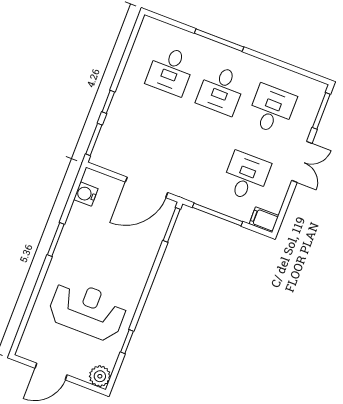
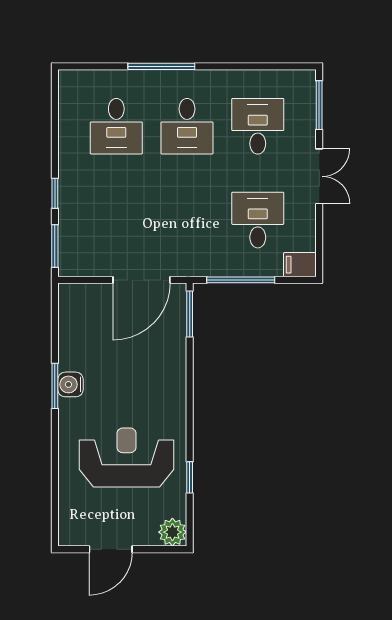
water cooler: (86, 194) -> (70, 384), moved

